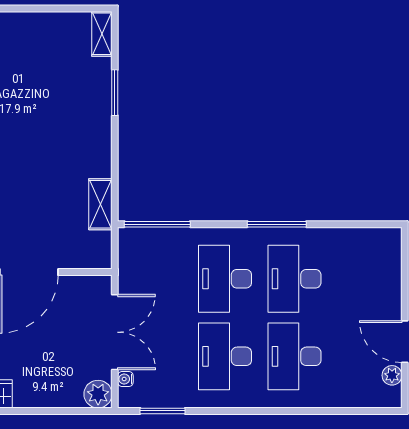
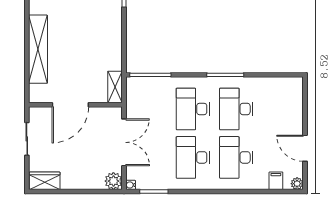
shelving: (100, 204) -> (115, 87), moved
plant: (392, 375) -> (297, 184), moved
water cooler: (125, 379) -> (131, 185), moved
filing cabinet: (358, 394) -> (276, 181), added

